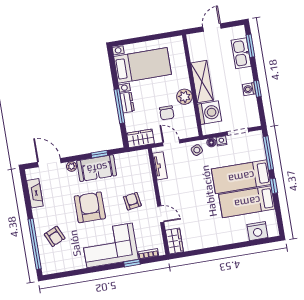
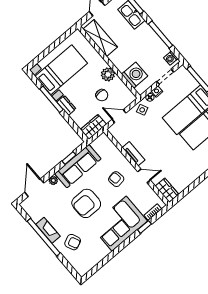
shelving: (202, 82) -> (100, 38), moved
washing machine: (249, 89) -> (171, 58), moved
window: (257, 89) -> (161, 35), width x2.17
window: (119, 106) -> (51, 99), moved
door: (49, 163) -> (34, 188), hinge flipped
tv unit: (160, 166) -> (134, 154), moved
sofa: (97, 168) -> (78, 166), width x1.36
fireplace: (35, 193) -> (48, 230), moved
armchair: (90, 207) -> (86, 203), turned -90
window: (35, 244) -> (44, 237), moved

